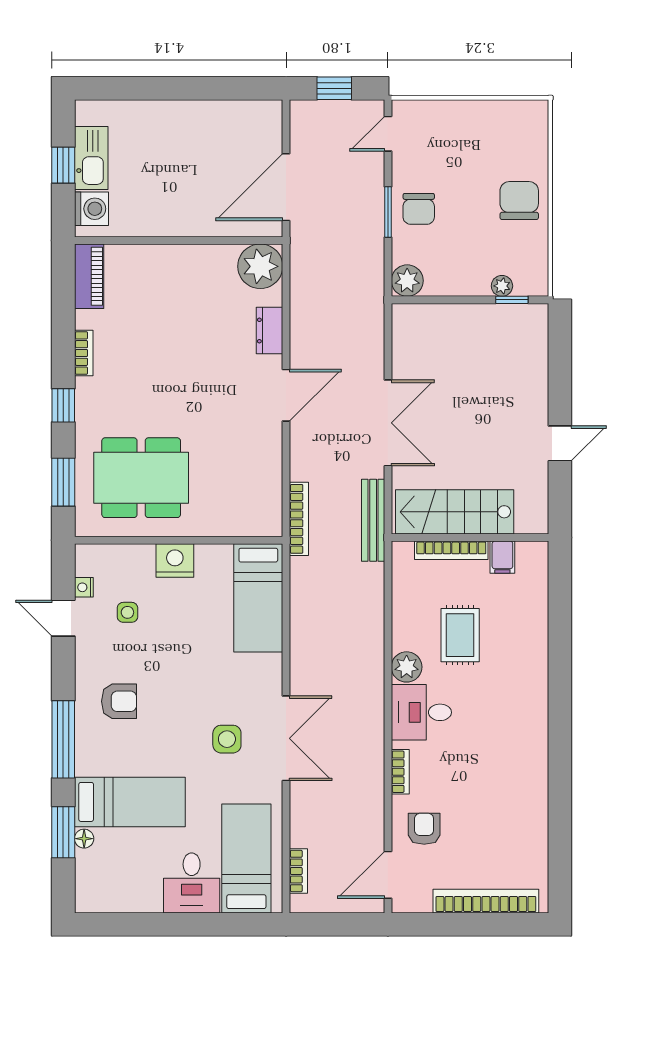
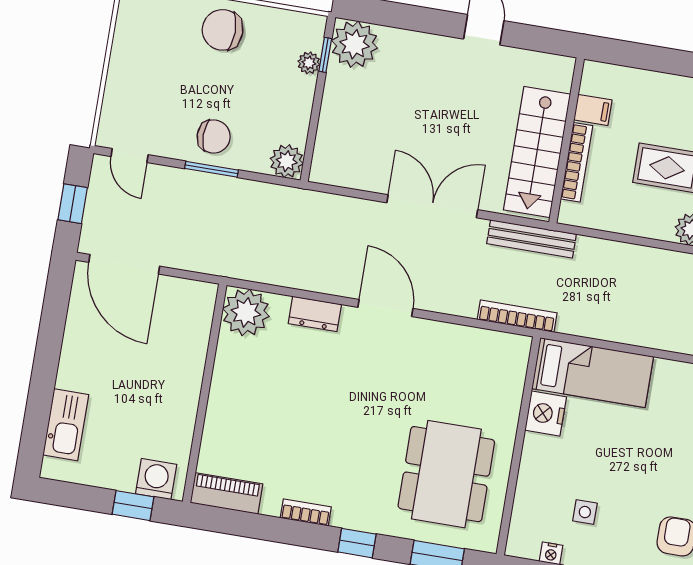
kitchen sink: (91, 158) -> (66, 425), moved, turned 90
window: (63, 165) -> (133, 506), moved
door: (286, 187) -> (124, 264), moved
plant: (526, 325) -> (355, 44), added
nightstand: (175, 561) -> (546, 413), moved

